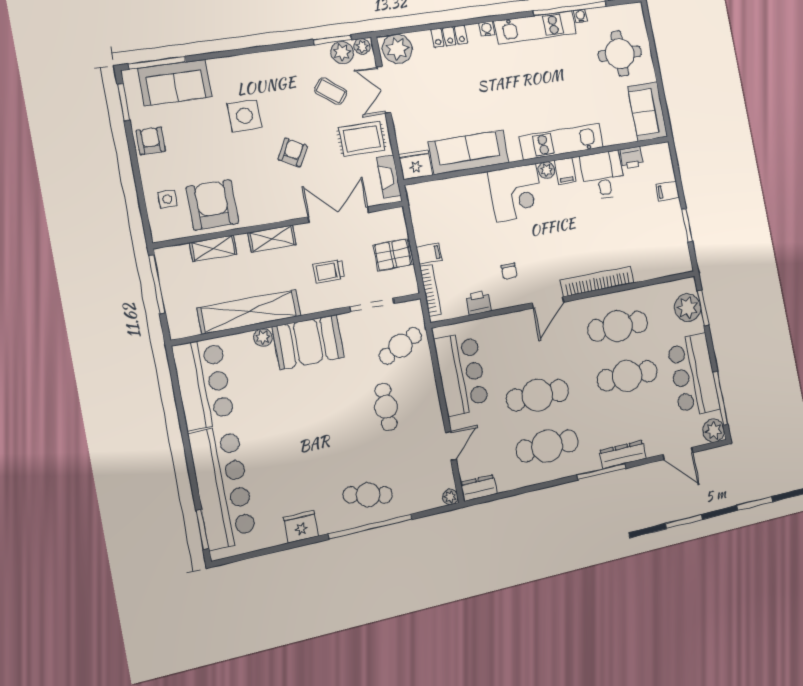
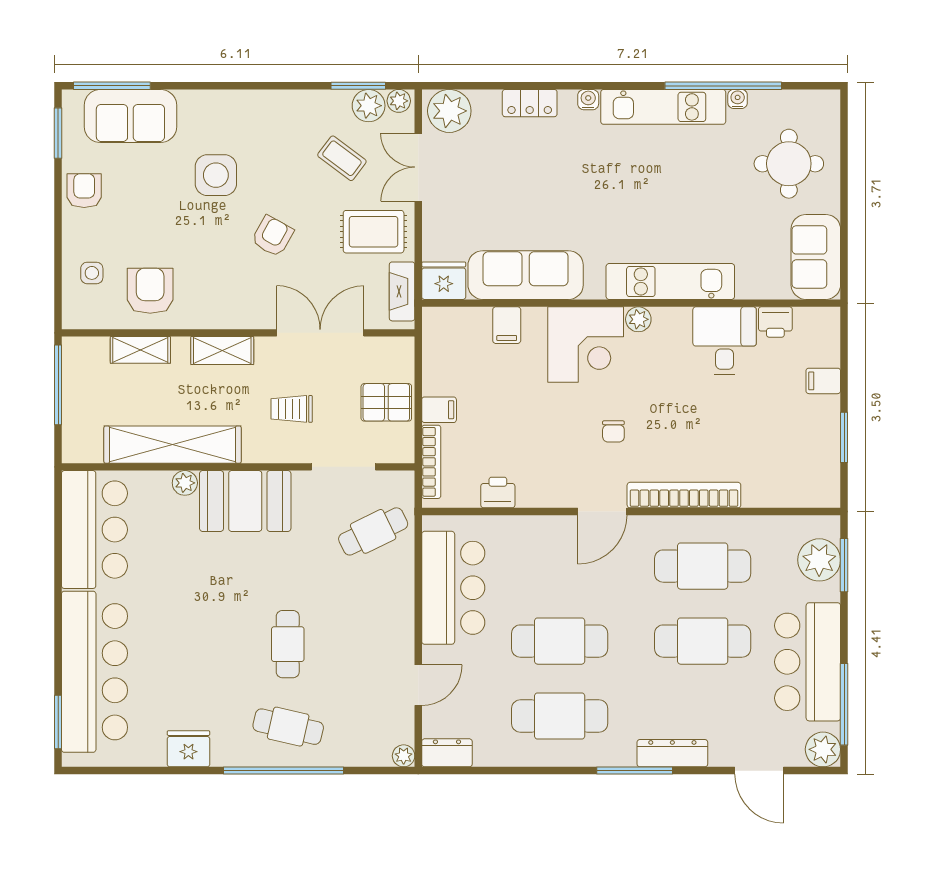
filing cabinet: (565, 171) -> (507, 325), moved
armchair: (212, 205) -> (150, 291), width x0.73, depth x0.73
chair: (509, 271) -> (613, 431), moved
cafe table: (386, 407) -> (288, 644), moved

